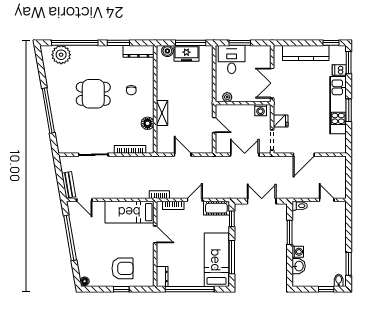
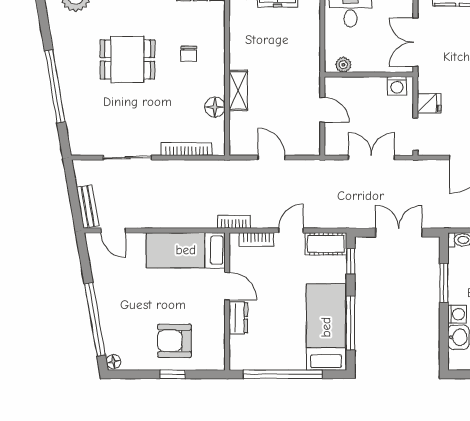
window: (70, 238) -> (95, 319), moved
armchair: (122, 268) -> (175, 341), turned 180
dresser: (162, 276) -> (238, 318), moved

